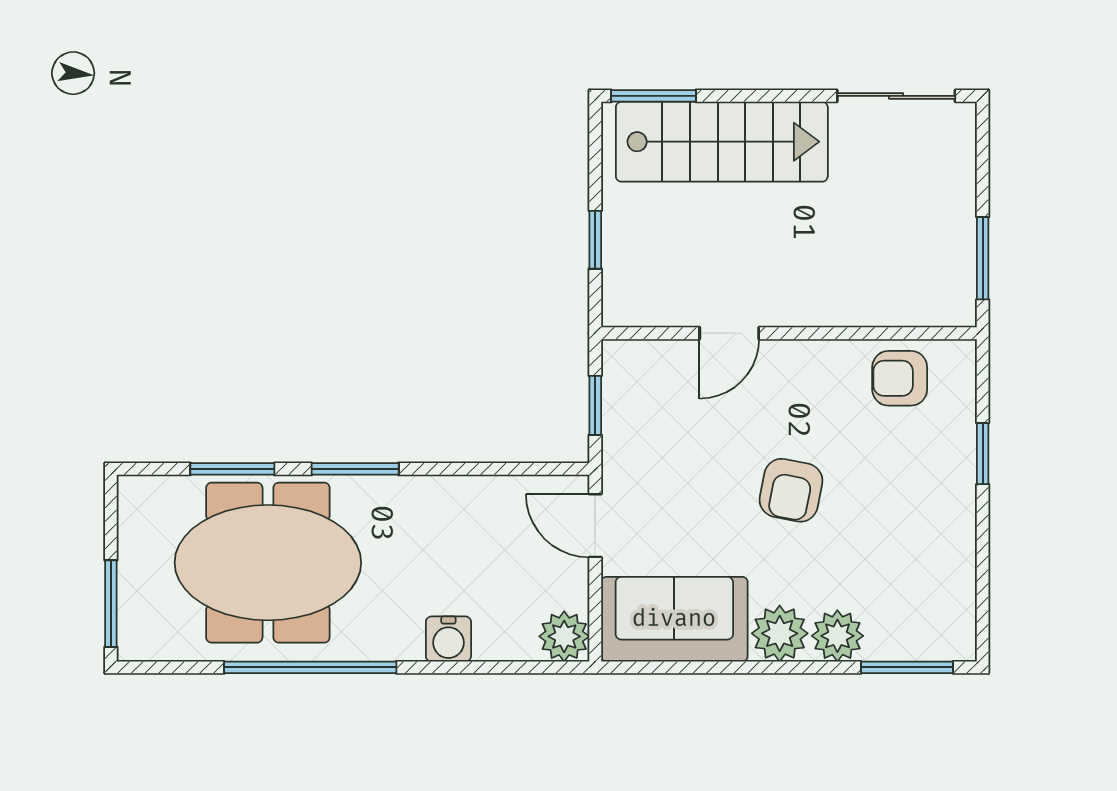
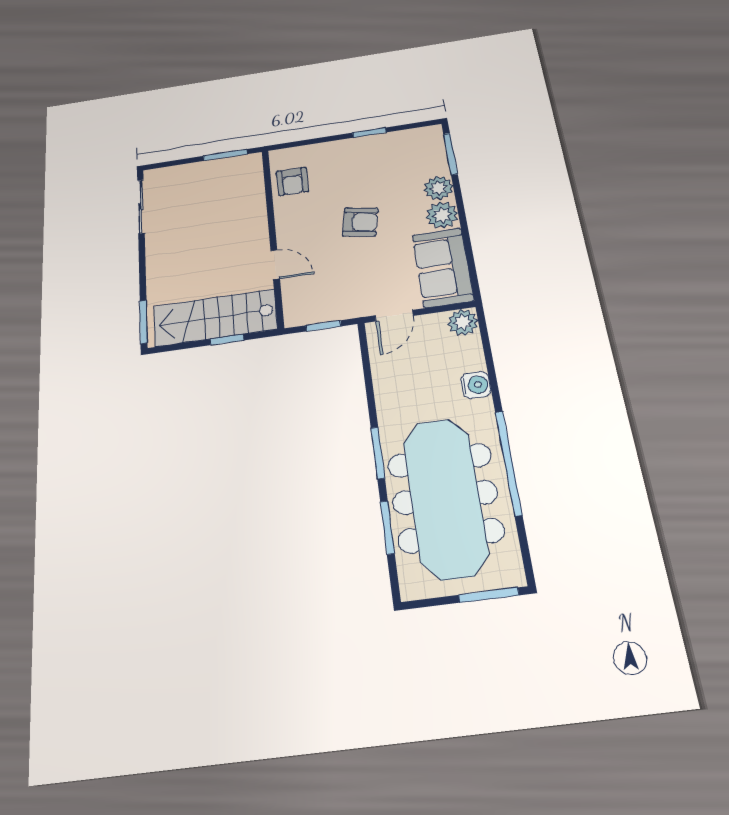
stairs: (722, 142) -> (215, 318), moved, turned -90
window: (983, 454) -> (369, 133), moved
meeting table: (268, 563) -> (445, 497), width x1.36

